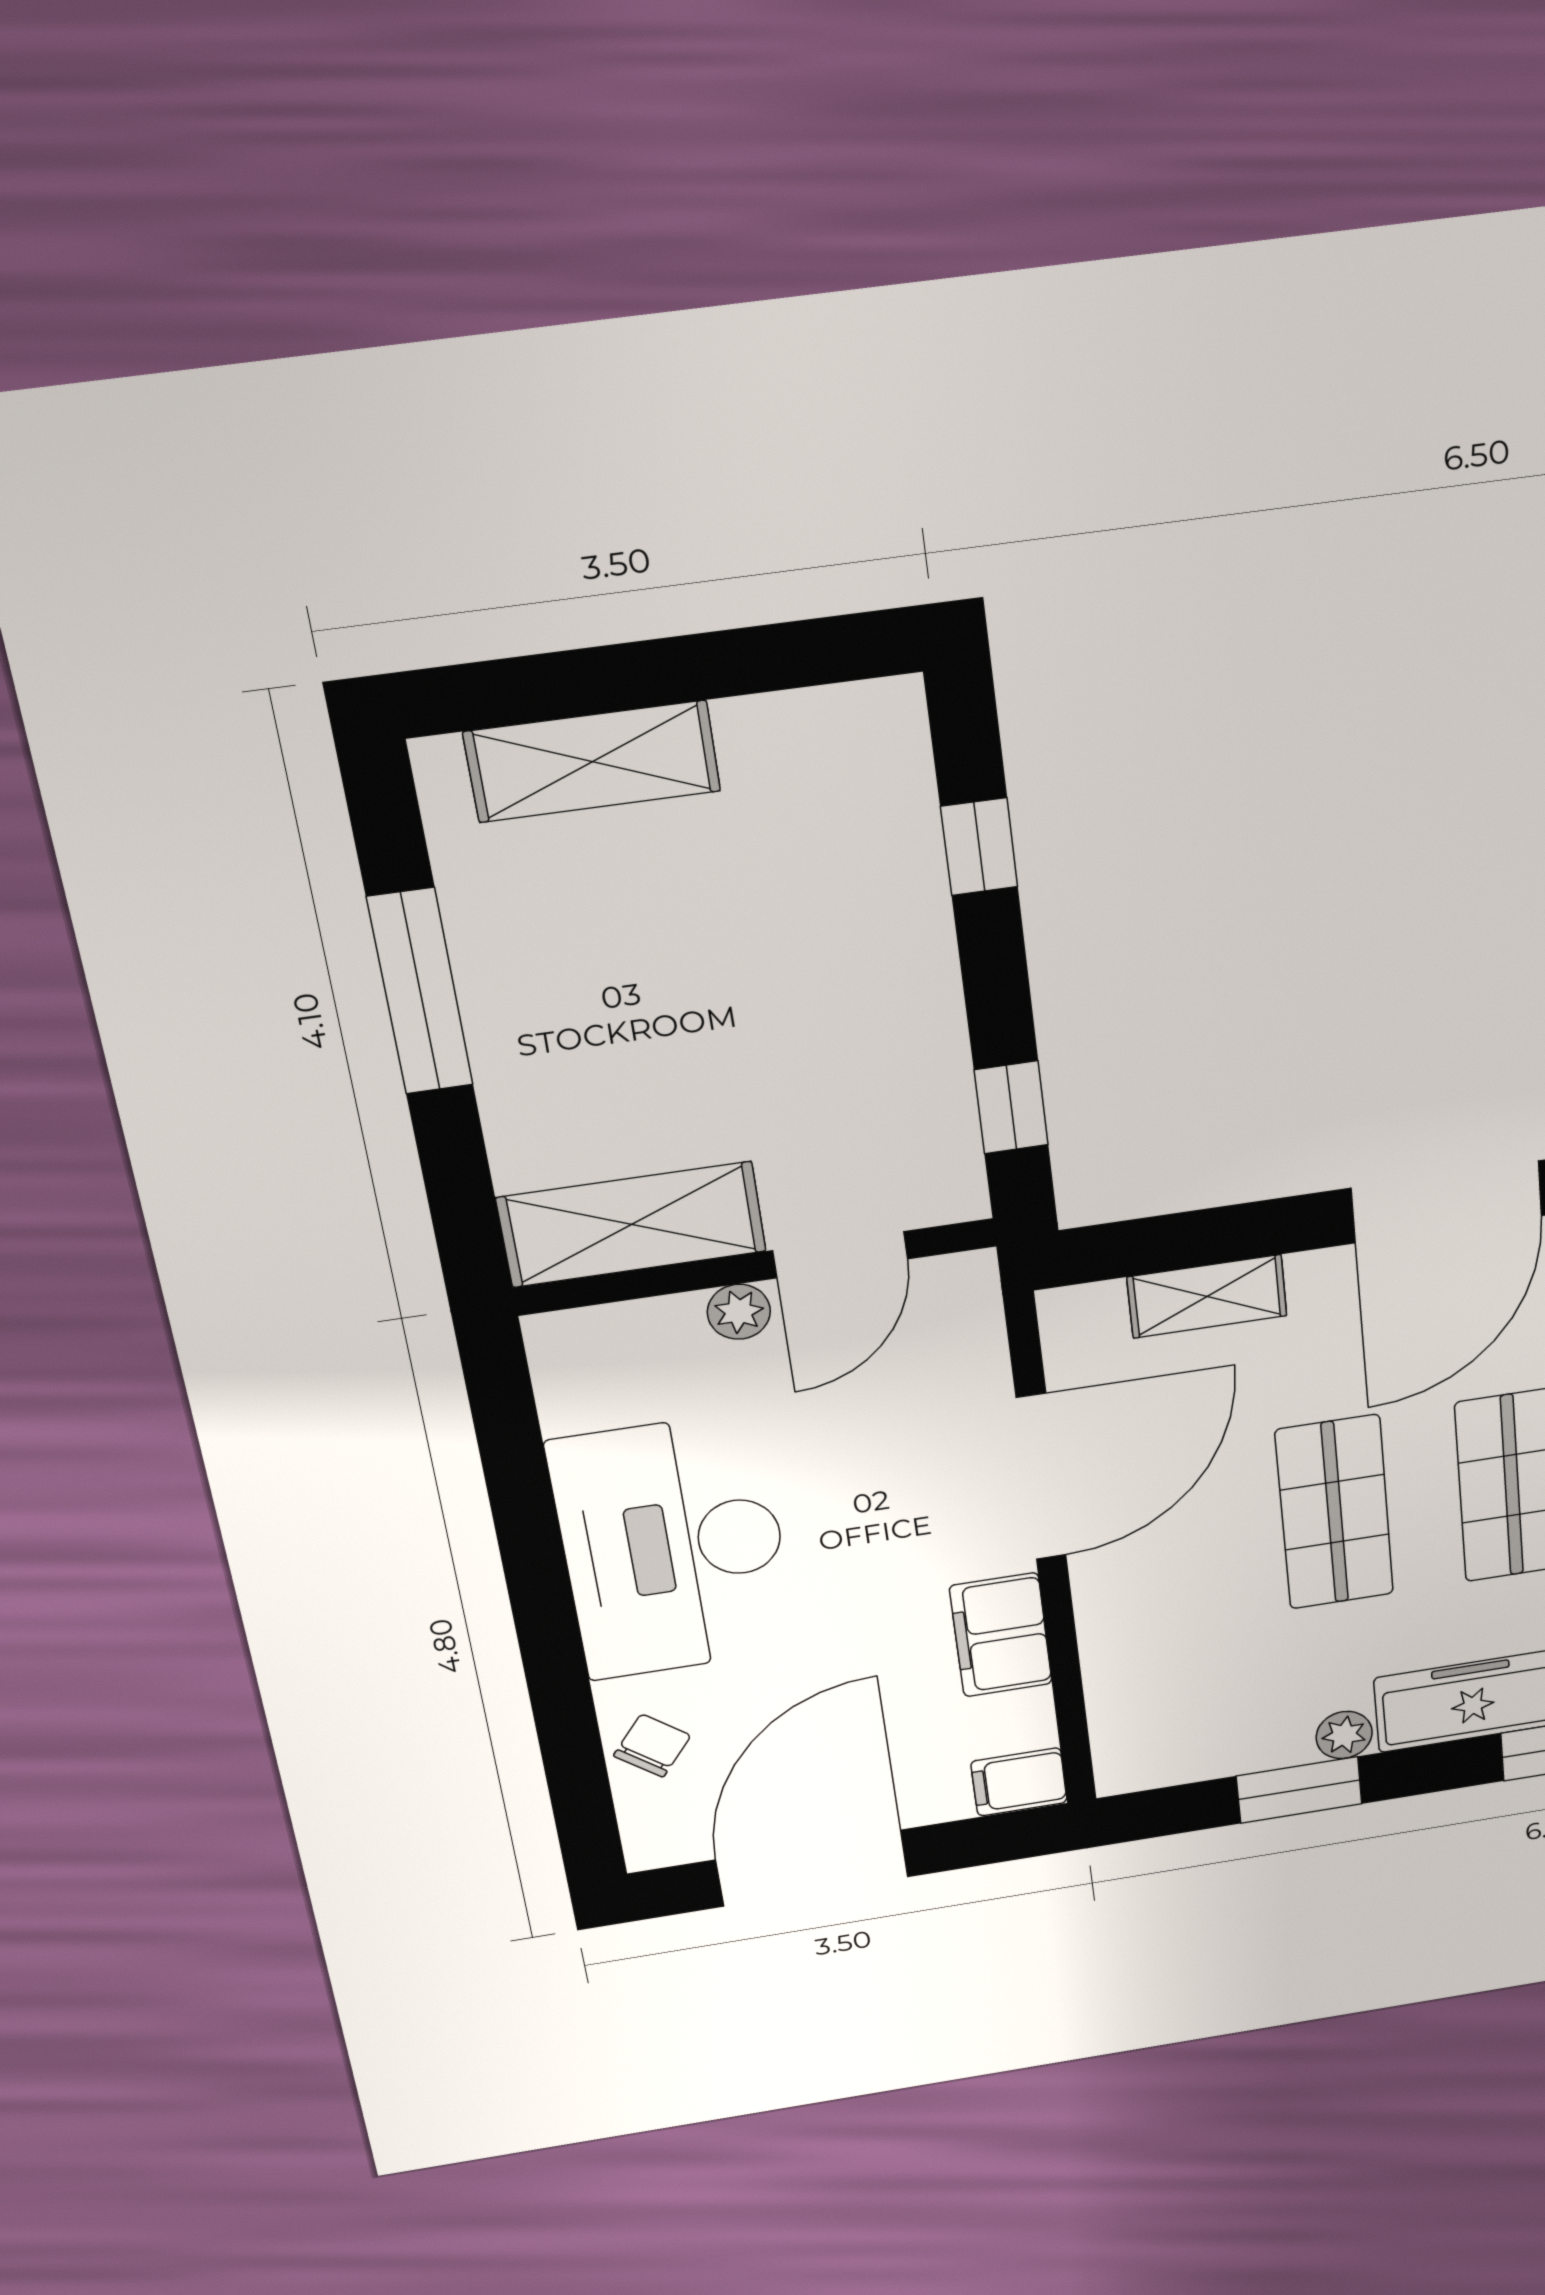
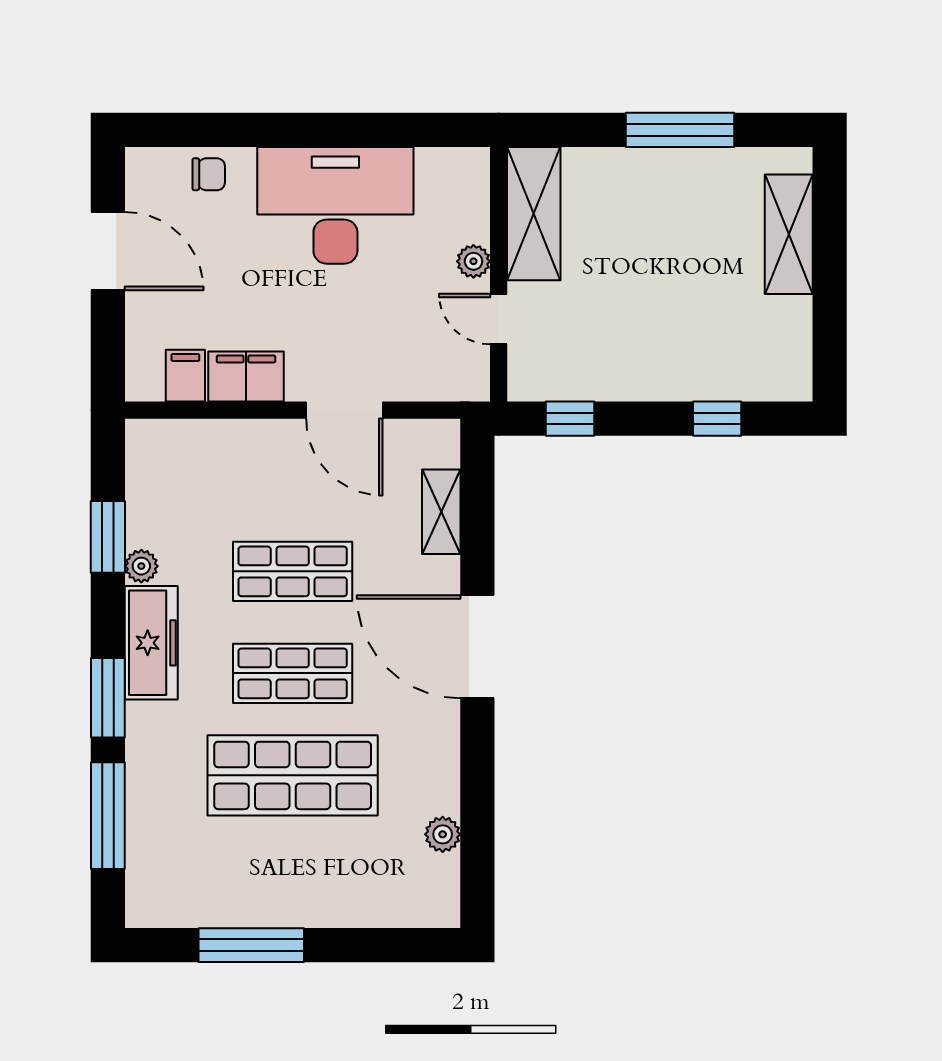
door: (840, 1255) -> (499, 319), width x0.73
door: (1041, 1477) -> (344, 410), width x0.73
chair: (652, 1746) -> (209, 174), turned -38
filing cabinet: (1019, 1782) -> (185, 376), moved
door: (812, 1868) -> (108, 251), width x0.73

